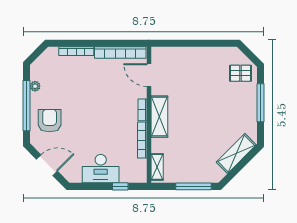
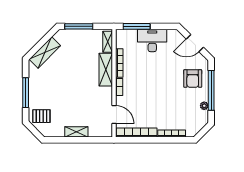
shelving: (196, 53) -> (76, 132), added
shelving: (159, 117) -> (106, 70), moved
window: (120, 186) -> (137, 26), width x2.17

